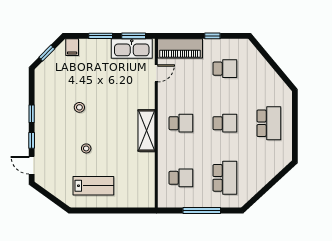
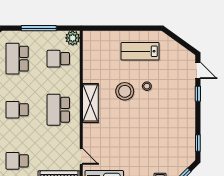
door: (156, 73) -> (81, 156), swing flipped
stool: (79, 107) -> (125, 91), moved, width x1.89, depth x1.89
window: (32, 114) -> (198, 143), moved
school desk: (181, 123) -> (58, 110), width x1.85
plant: (165, 200) -> (73, 38), added

